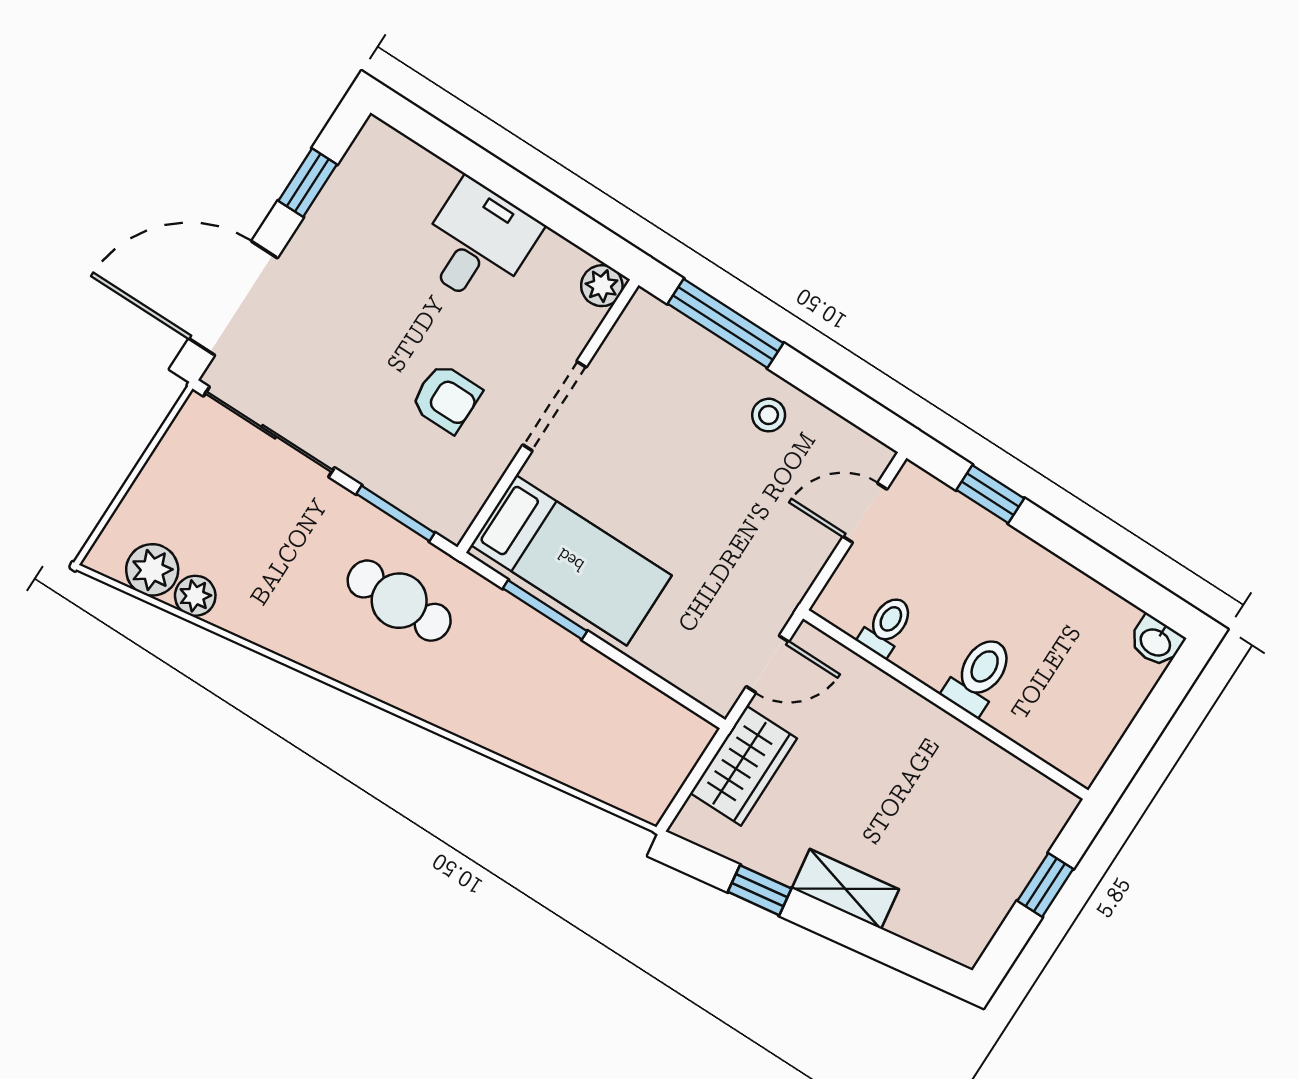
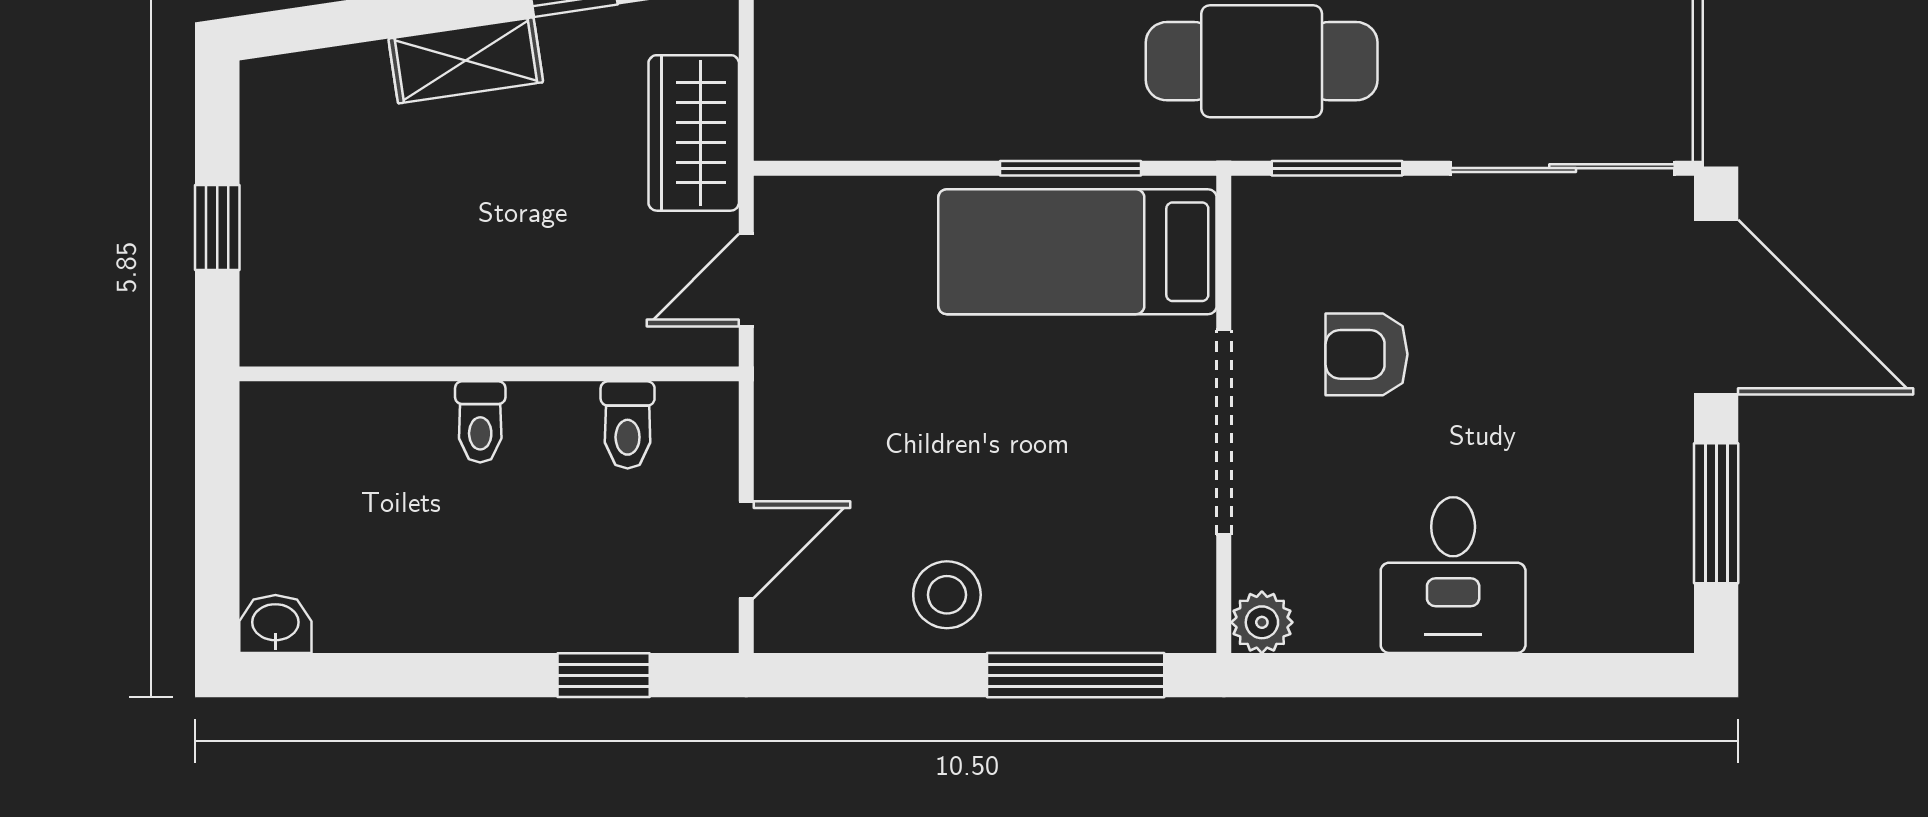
window: (308, 183) -> (1716, 513), width x1.50
door: (233, 298) -> (1716, 307), hinge flipped
doorway: (555, 406) -> (1224, 432), width x1.36
stool: (769, 415) -> (947, 595), width x1.37, depth x1.37
cafe table: (399, 601) -> (1262, 61), width x1.37, depth x1.35
toilet: (979, 675) -> (480, 422), width x0.73, depth x0.72

